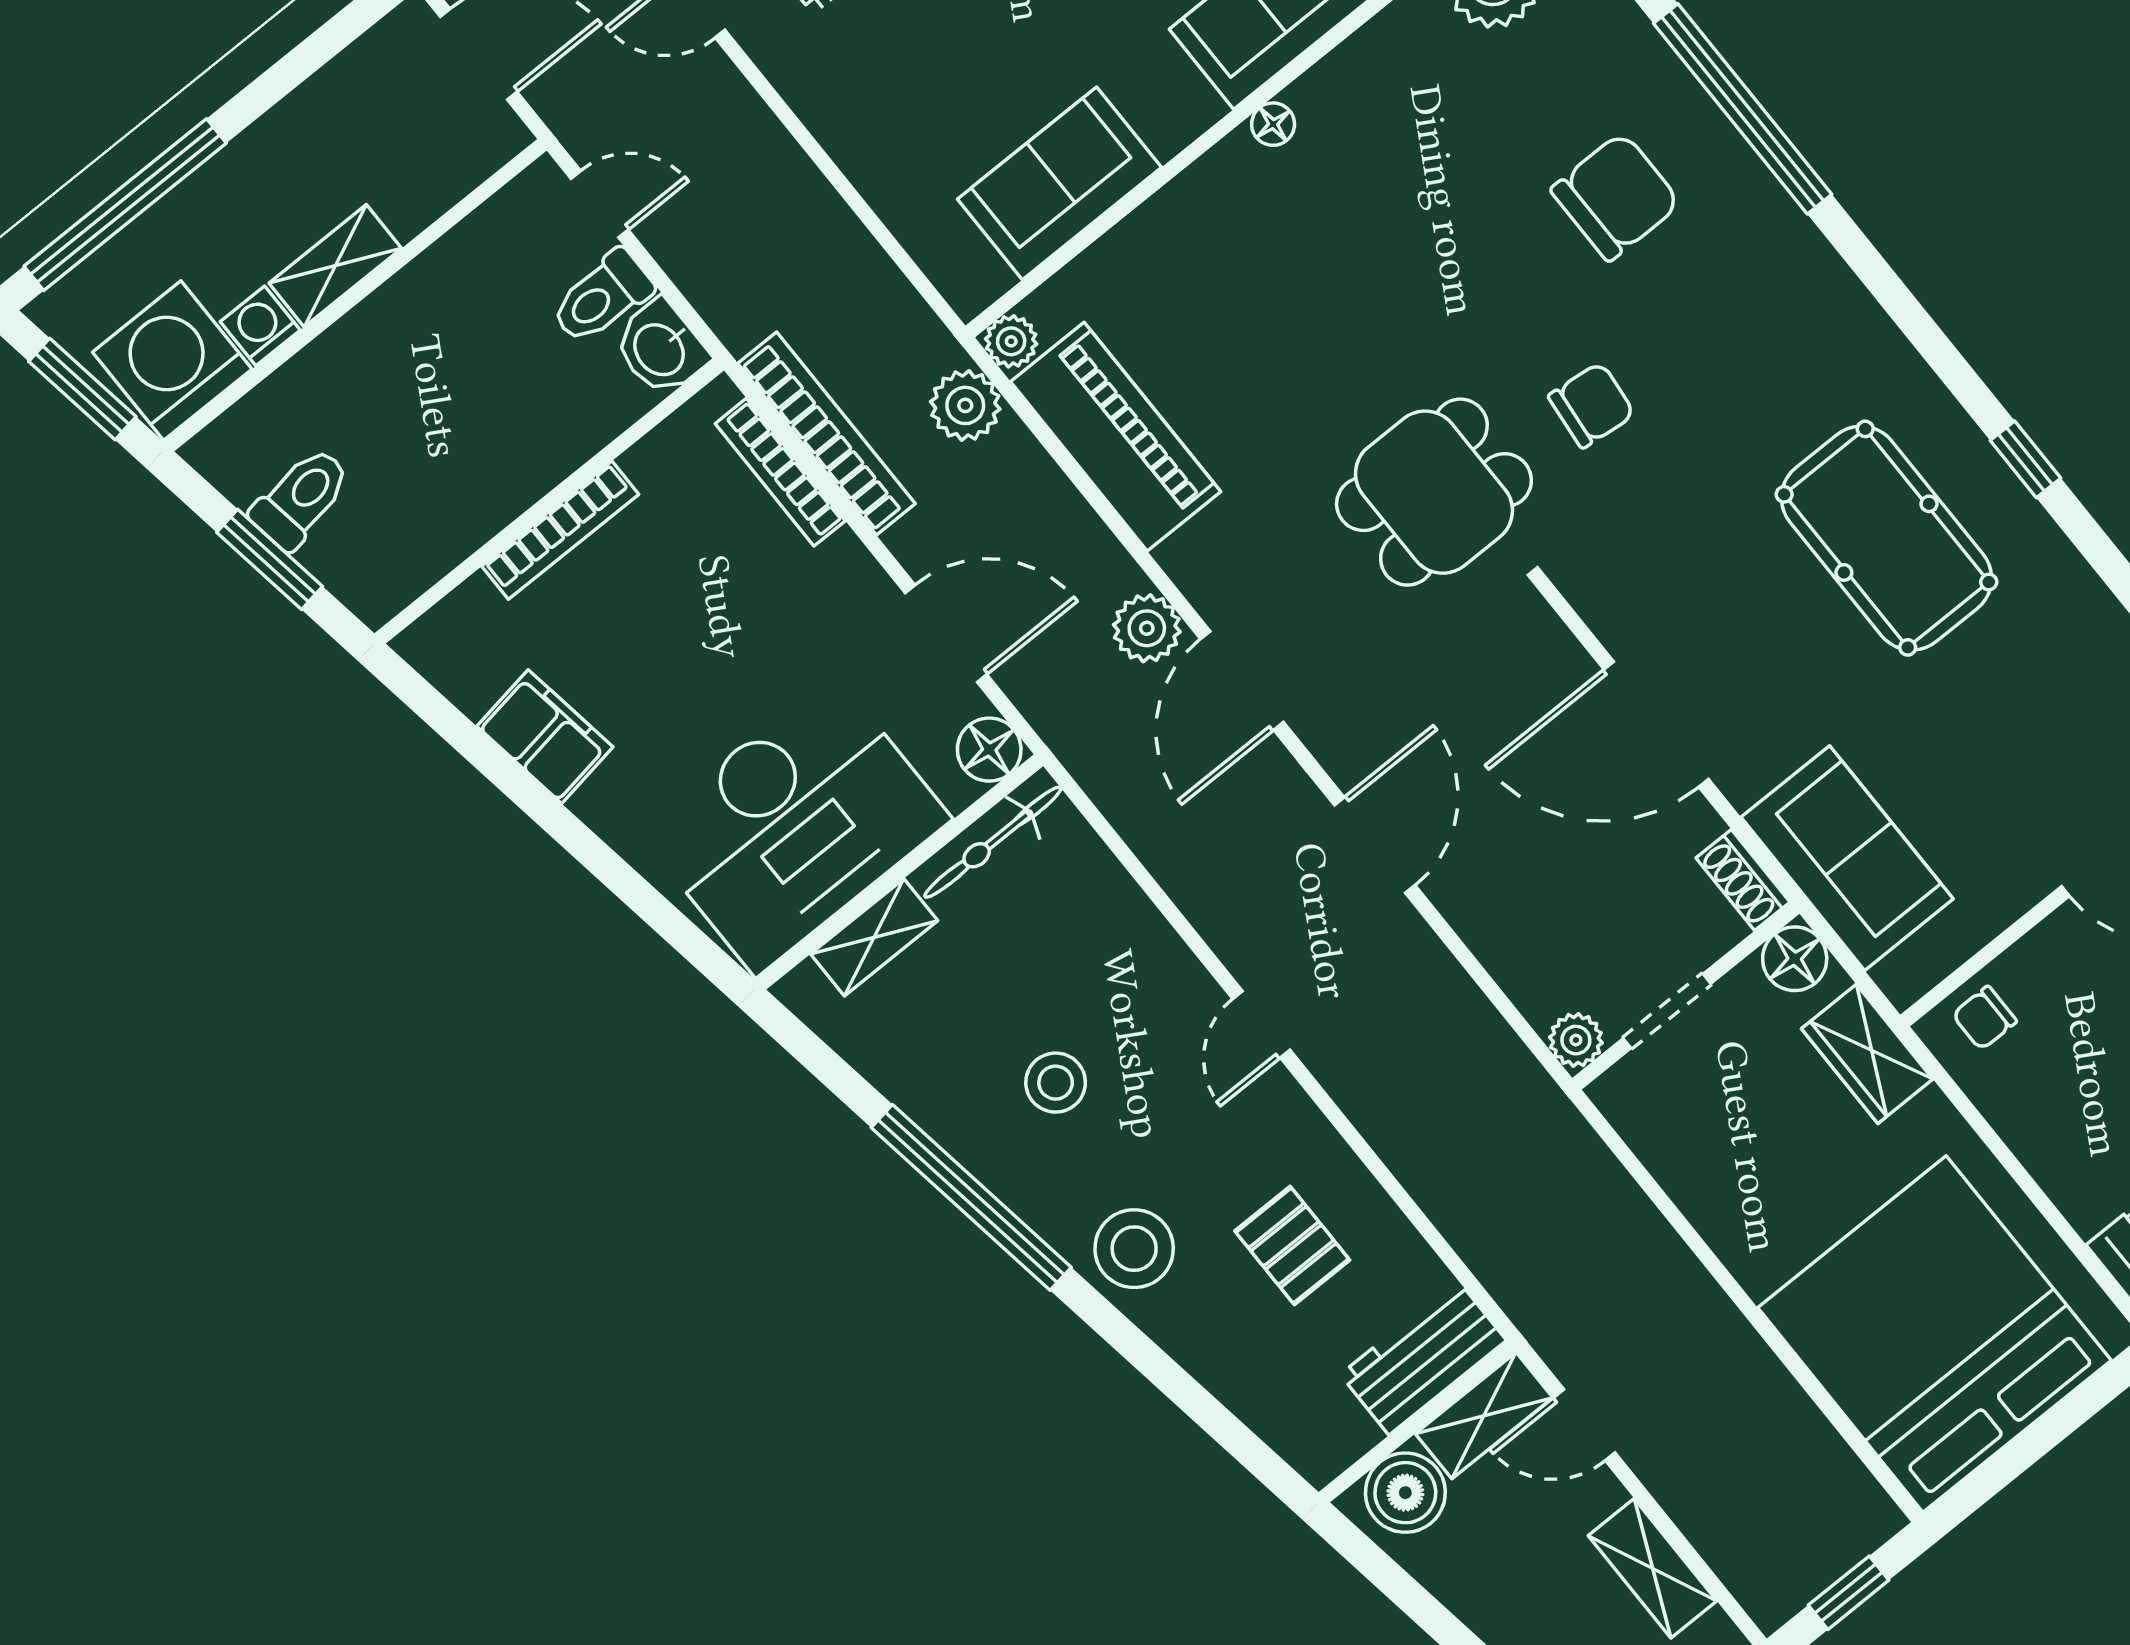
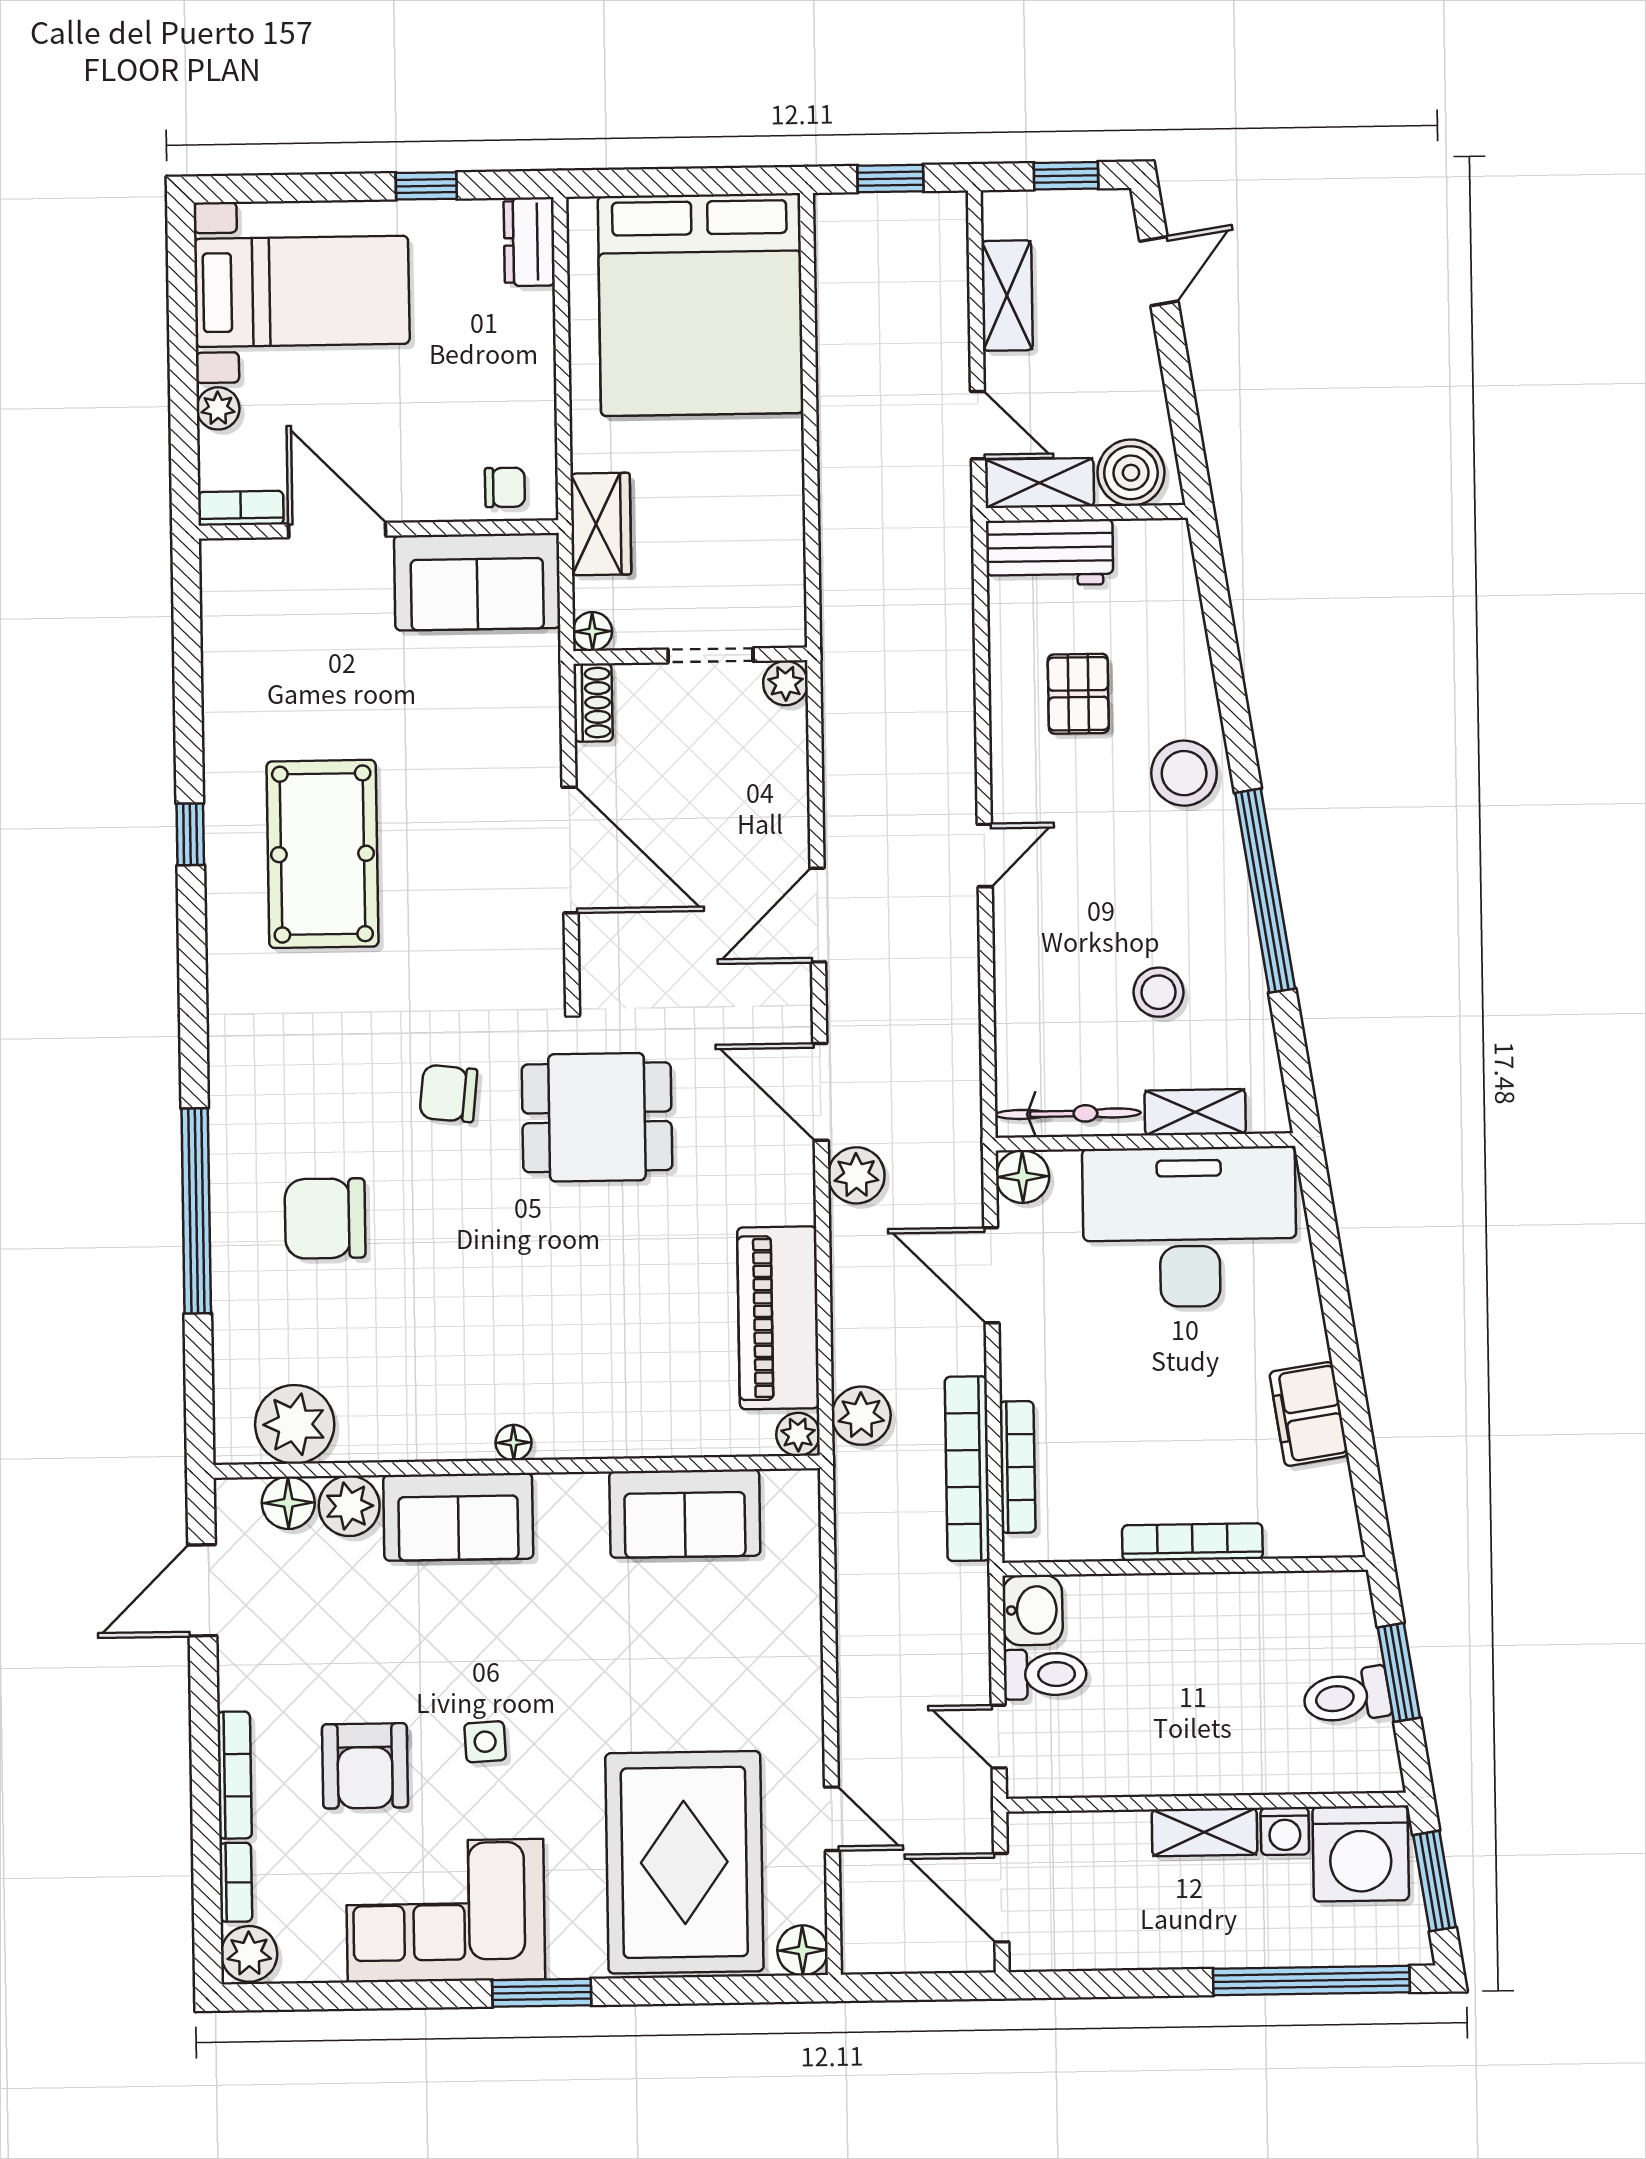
door: (1242, 681) -> (821, 1092), swing flipped
sofa: (1847, 858) -> (477, 582), moved, turned -90
floor lamp: (1795, 959) -> (592, 631), width x0.73, depth x0.73
stool: (1056, 1083) -> (1159, 992), moved

